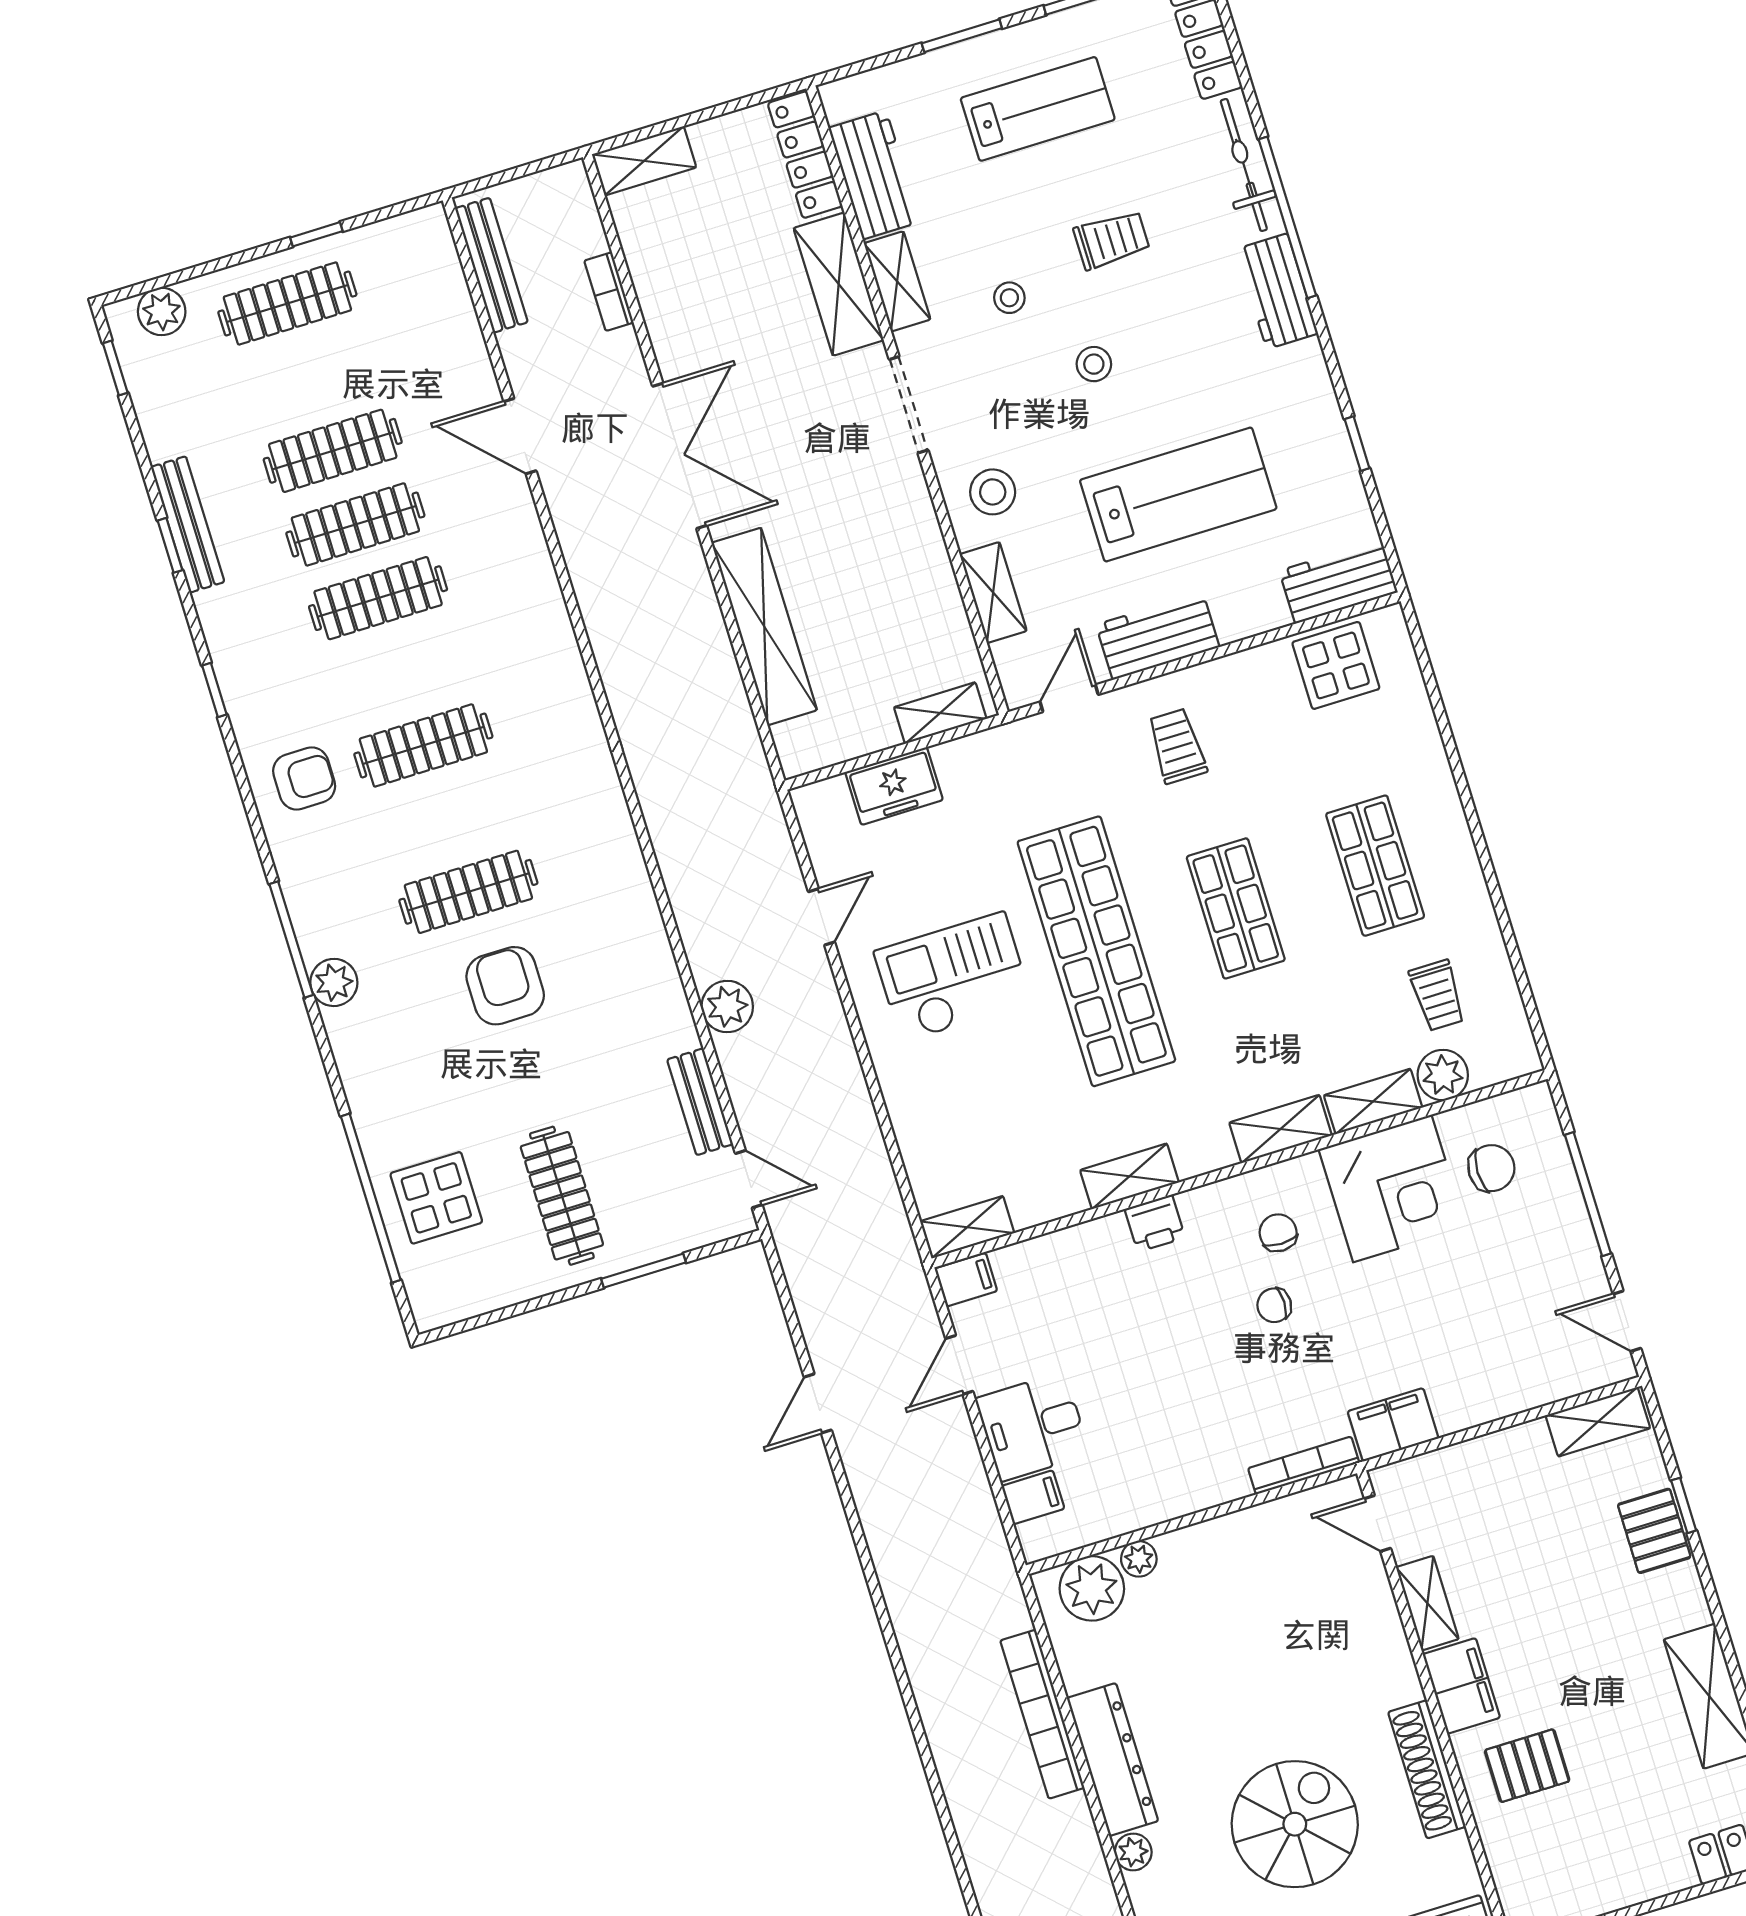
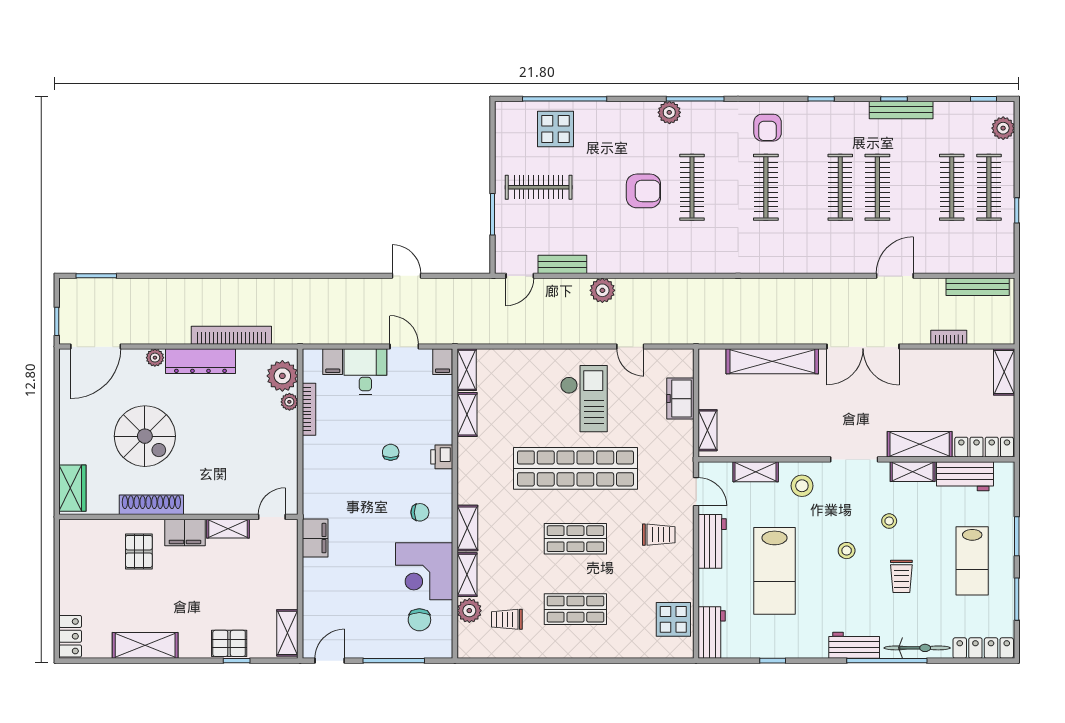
clothes rail: (333, 451) -> (952, 187), moved
shelving: (1129, 1176) -> (467, 415), moved
chair: (1274, 1305) -> (391, 452), moved
bookcase: (1304, 1465) -> (309, 409), moved

